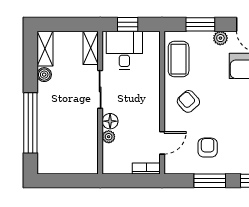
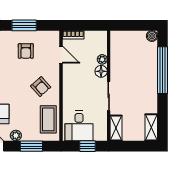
desk: (124, 50) -> (79, 126), moved
boiler: (44, 75) -> (152, 36), moved
door: (162, 143) -> (61, 55), swing flipped

